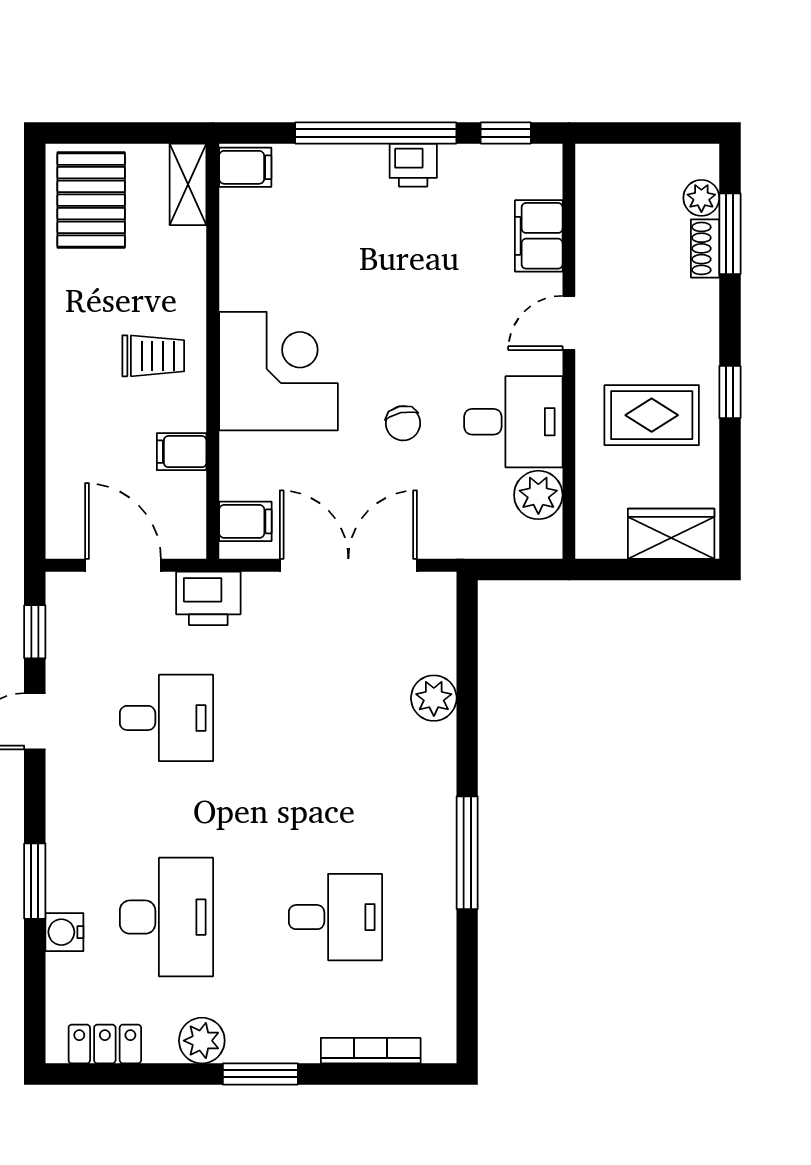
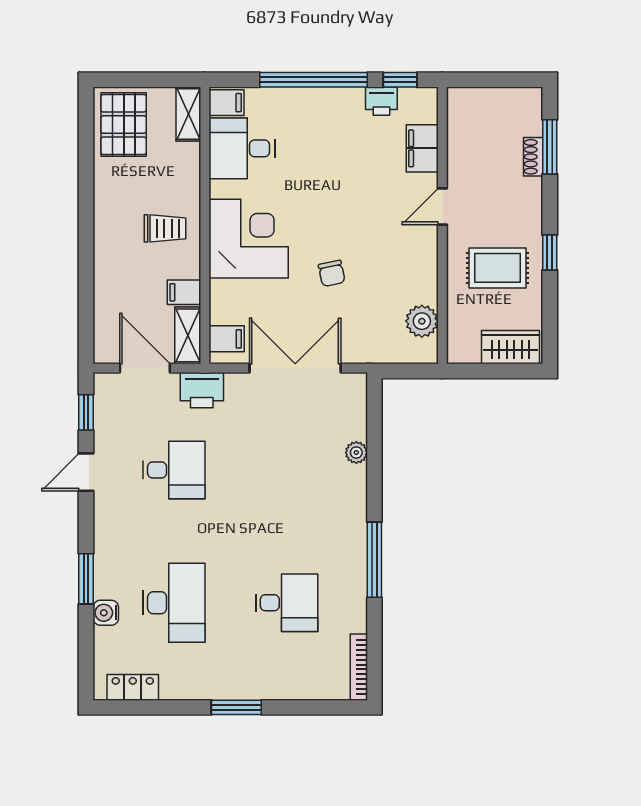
printer: (413, 165) -> (381, 101), moved
plant: (701, 198) -> (531, 123), removed
desk: (513, 422) -> (242, 148), moved, turned 180
shelving: (187, 516) -> (188, 335), added
plant: (434, 698) -> (356, 453), width x0.73, depth x0.73
plant: (202, 1041) -> (197, 685), removed
bookcase: (371, 1051) -> (359, 667), moved, turned -90

